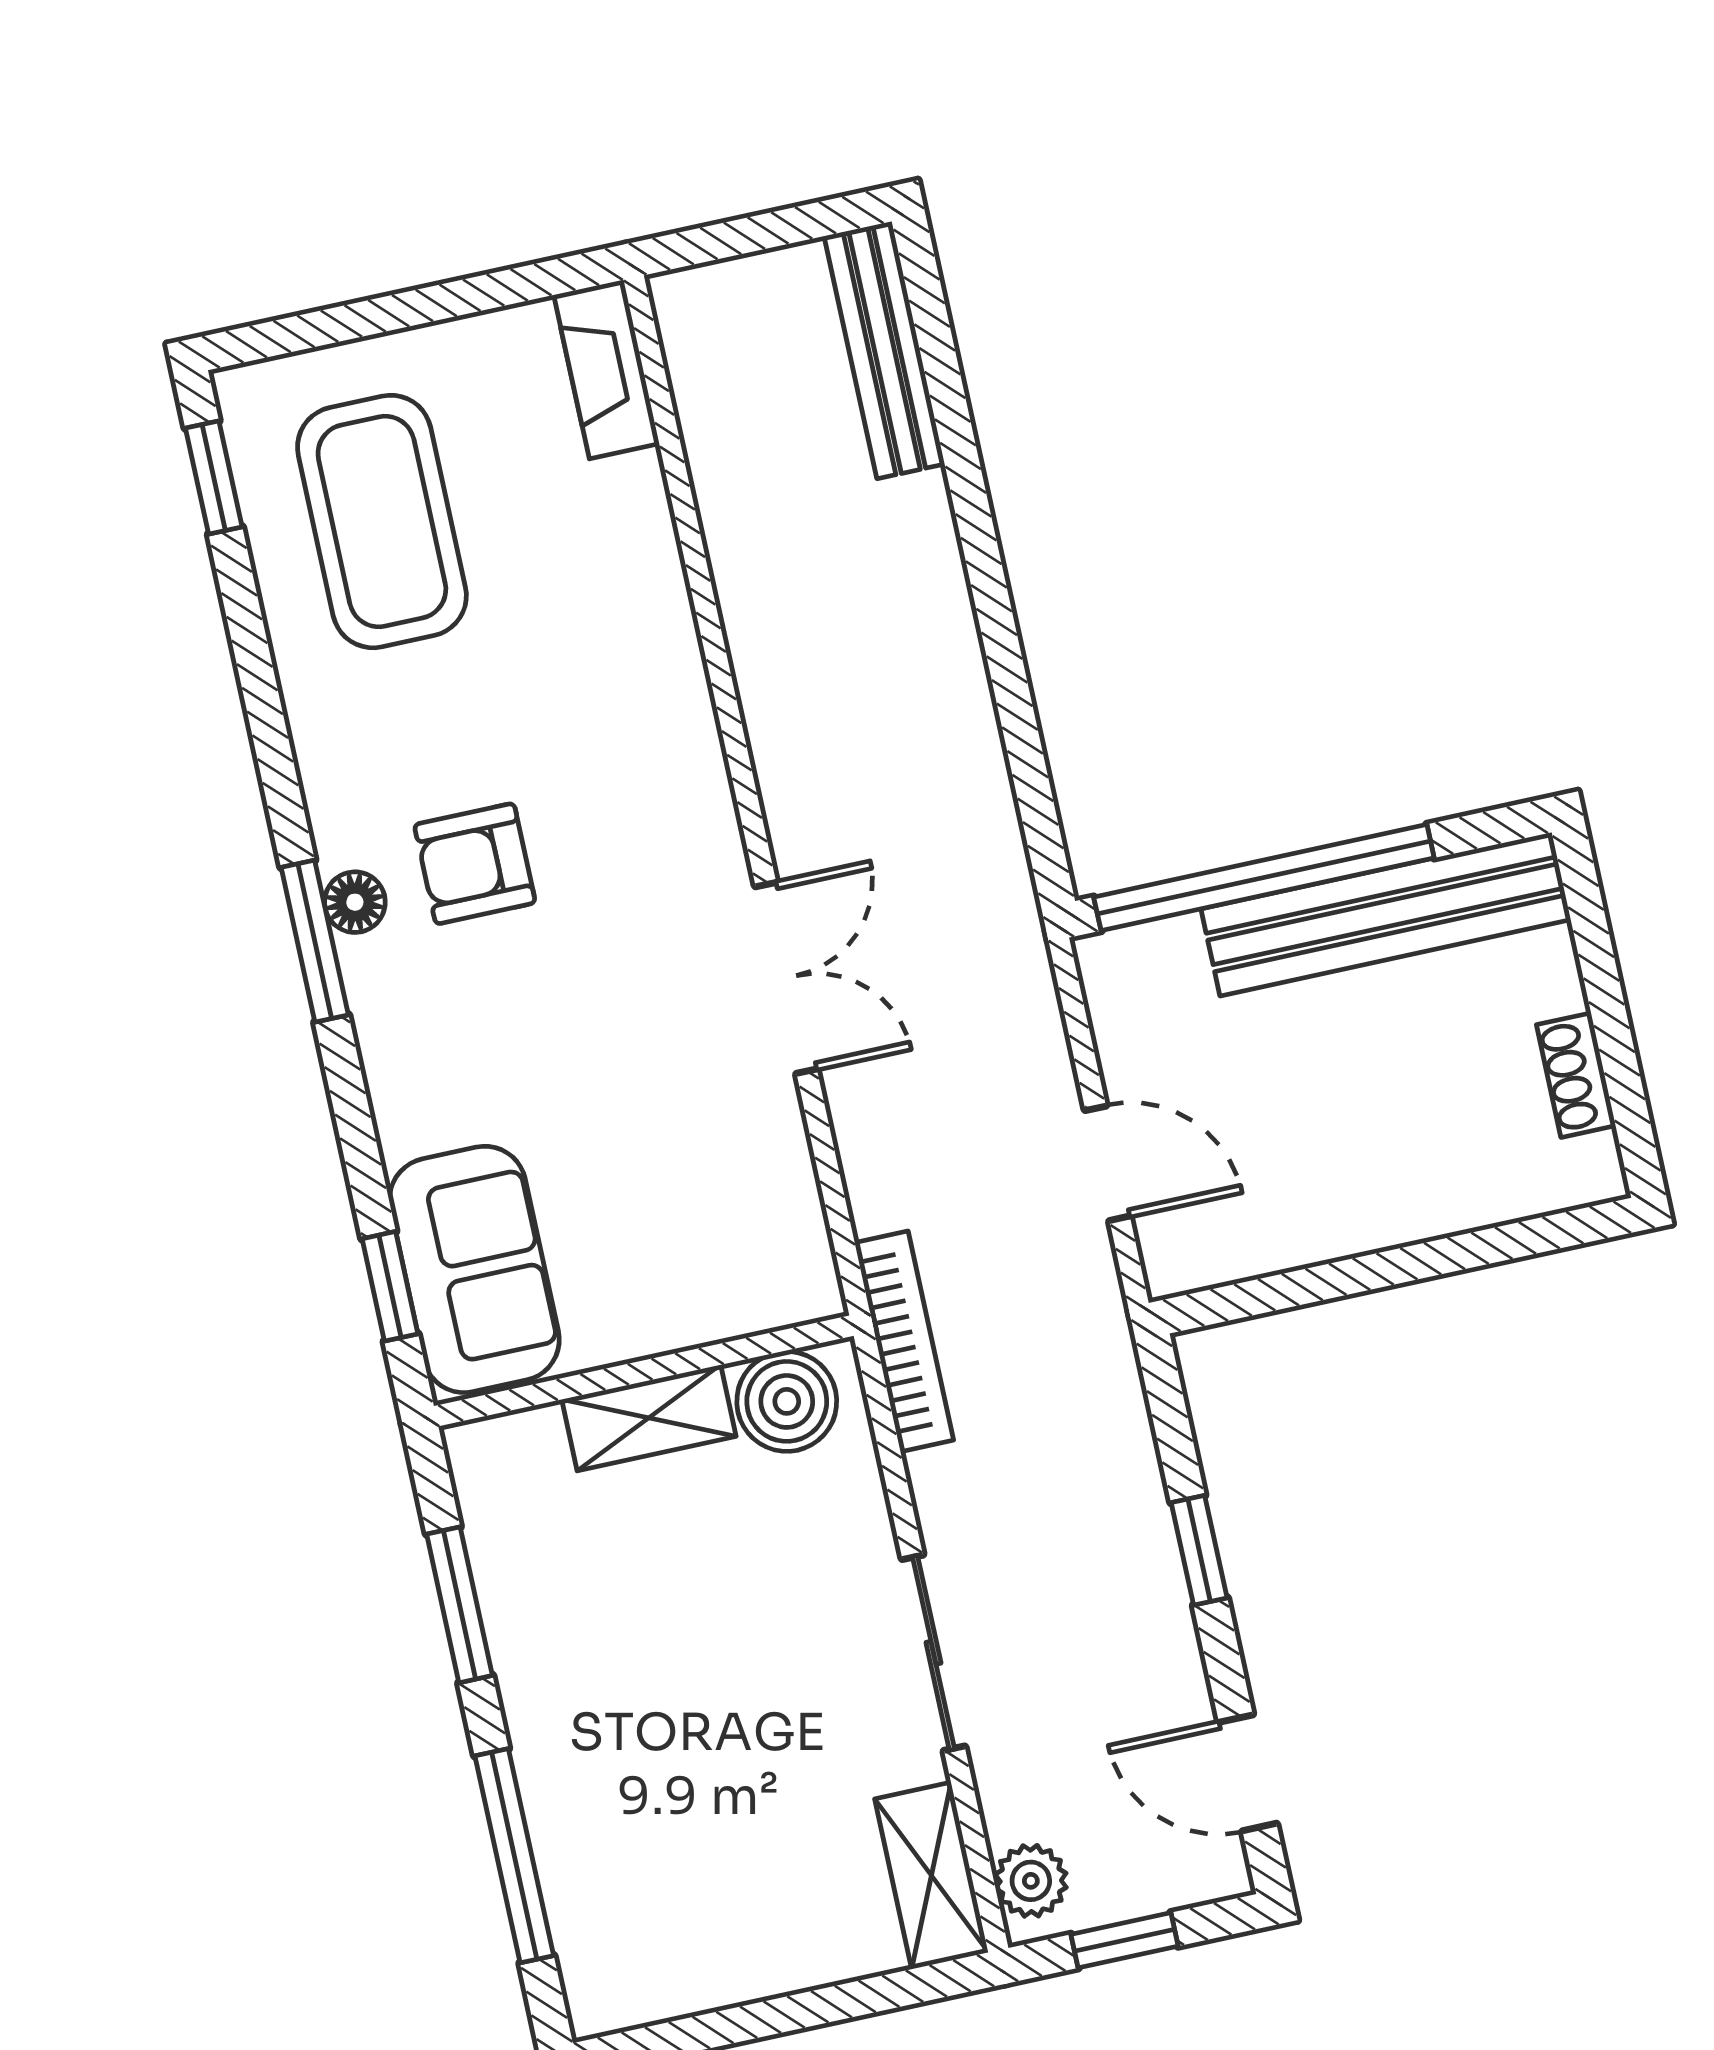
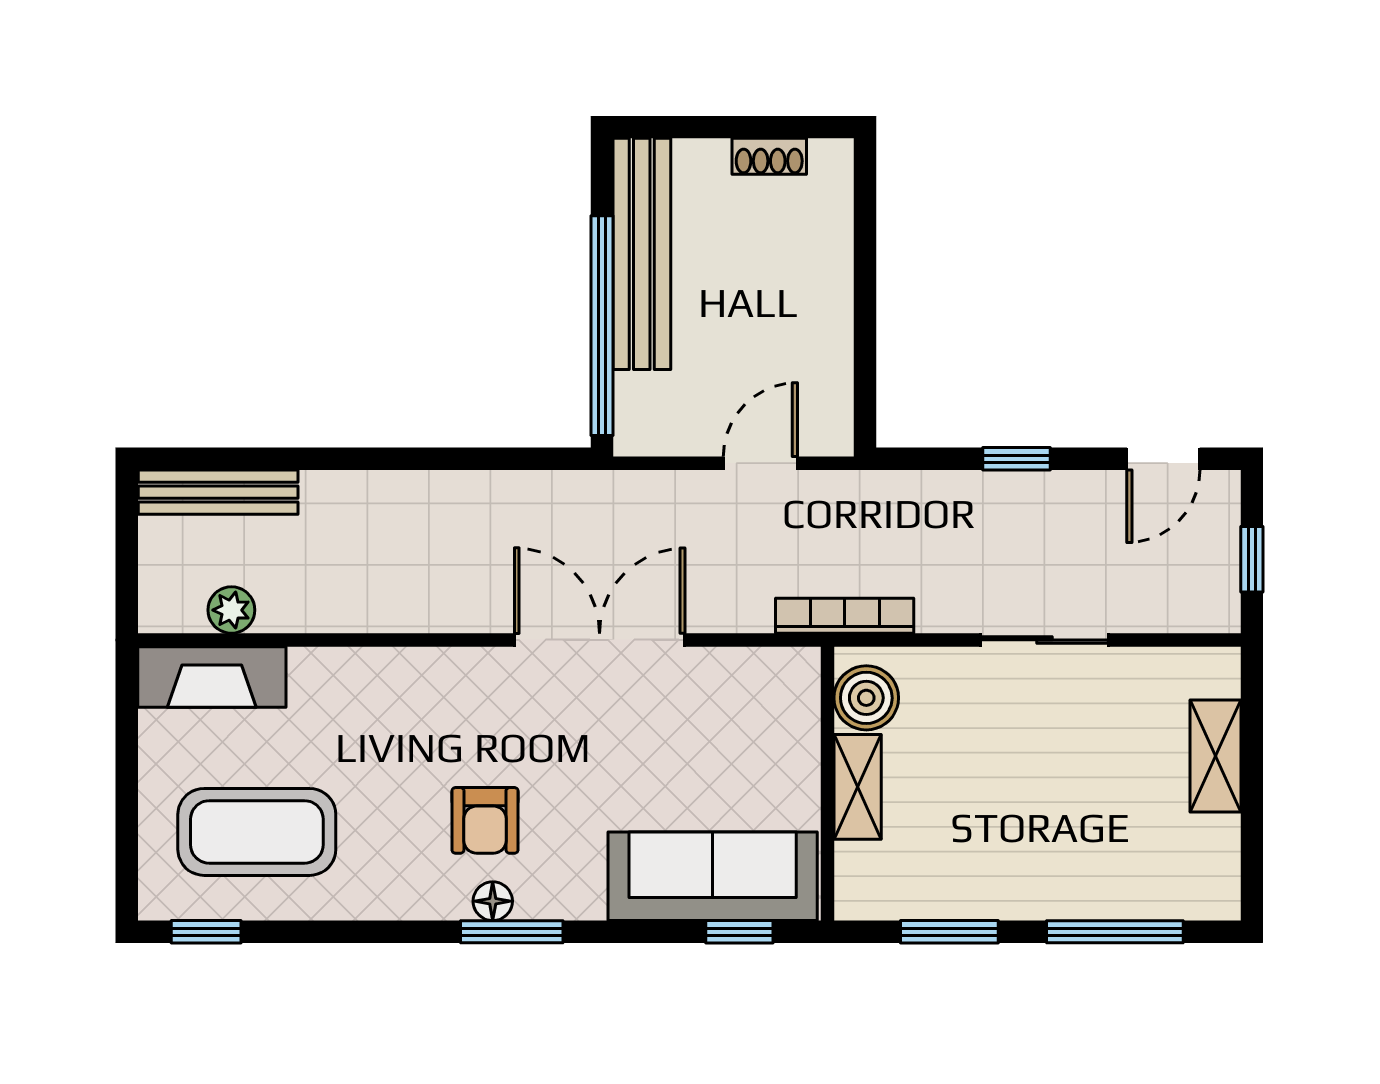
fireplace: (606, 369) -> (212, 677), width x1.37, depth x1.32
double door: (786, 978) -> (600, 640), width x1.37
sofa: (474, 1269) -> (713, 876), width x1.36
shelving: (931, 1876) -> (1216, 756), moved, turned 90
plant: (1031, 1881) -> (231, 610), moved

